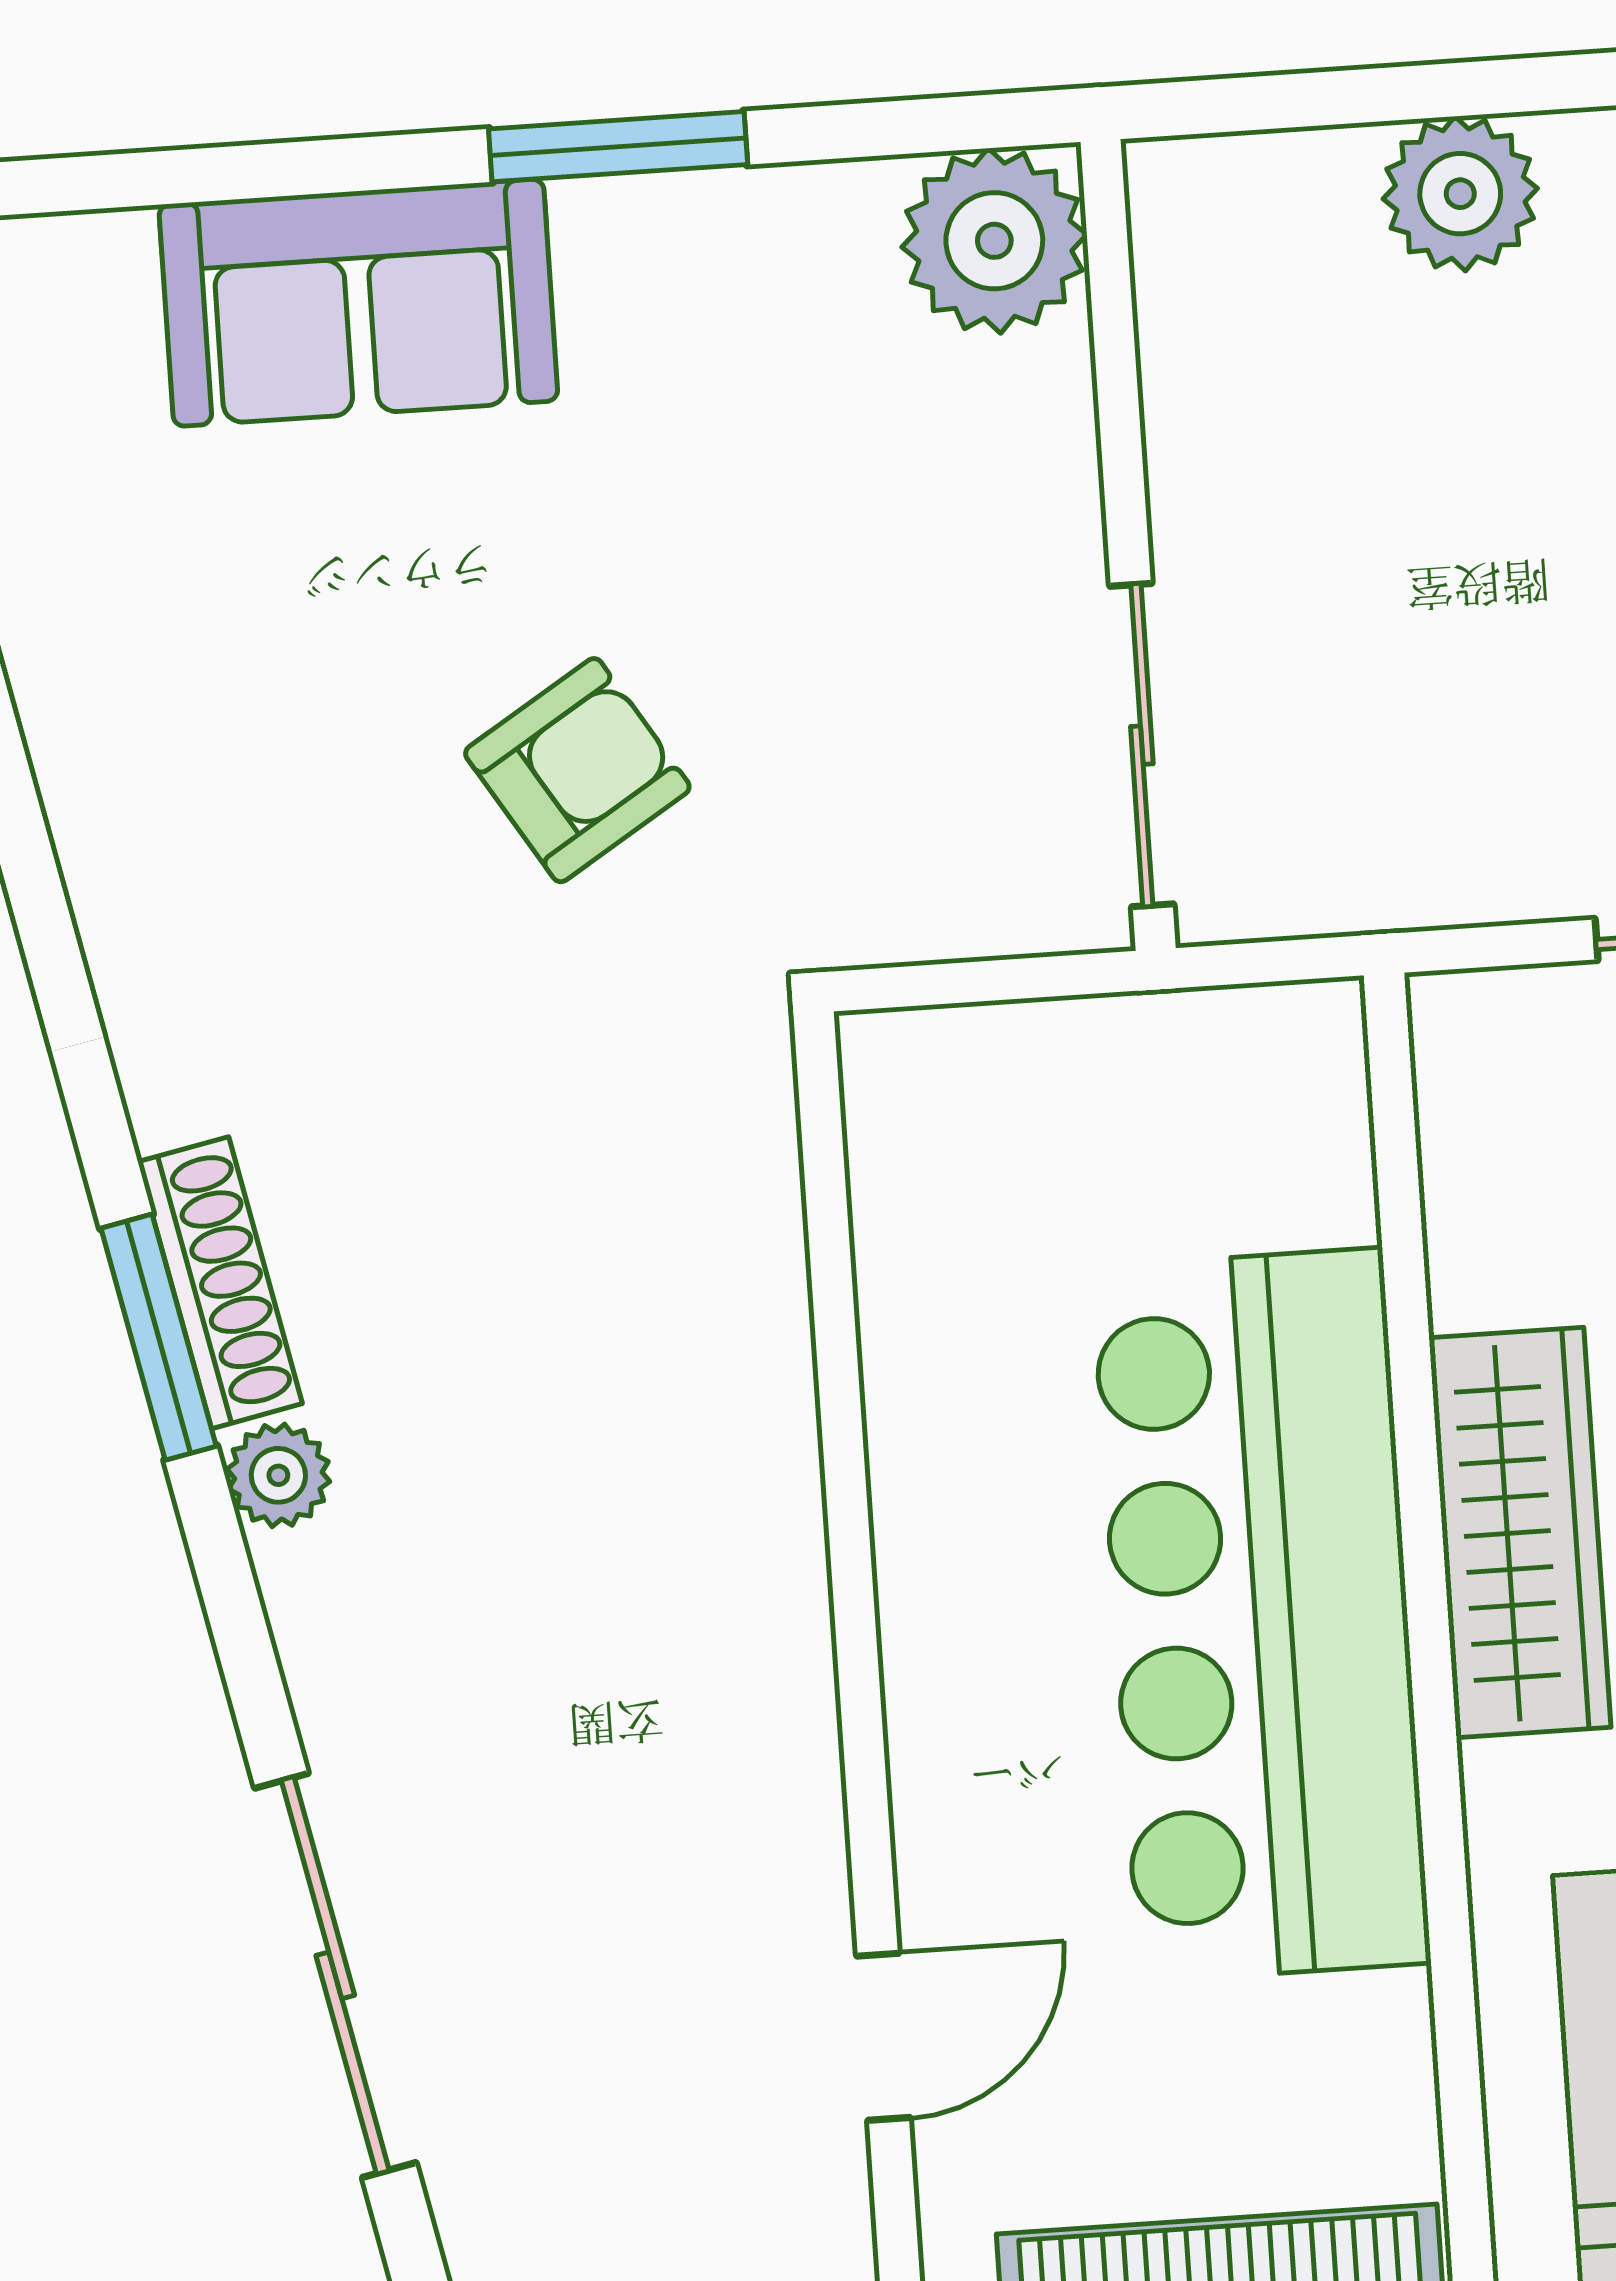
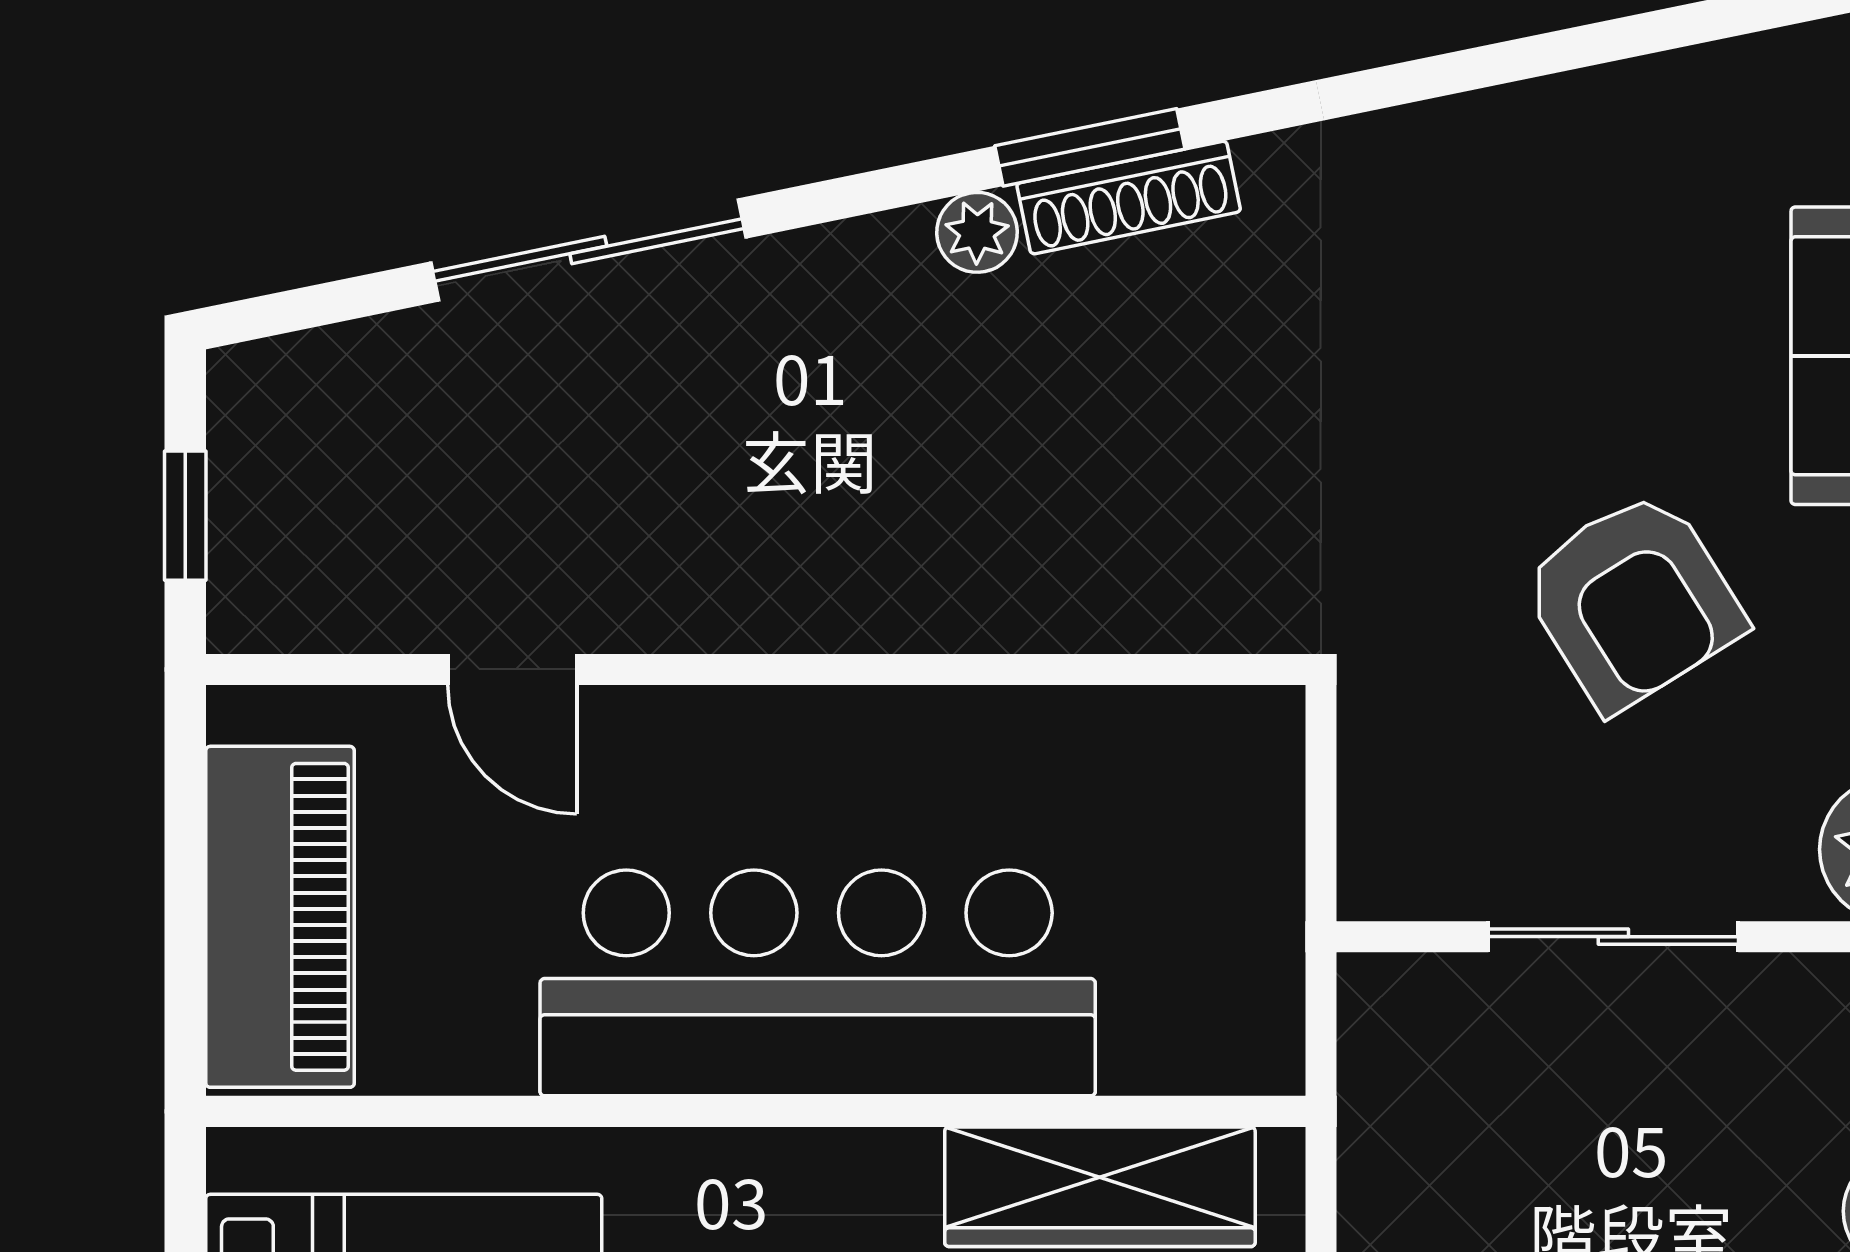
sliding door: (1142, 745) -> (1613, 937), moved
armchair: (577, 770) -> (1633, 601), moved, width x1.38, depth x1.38
wardrobe: (1520, 1532) -> (1100, 1187), moved

